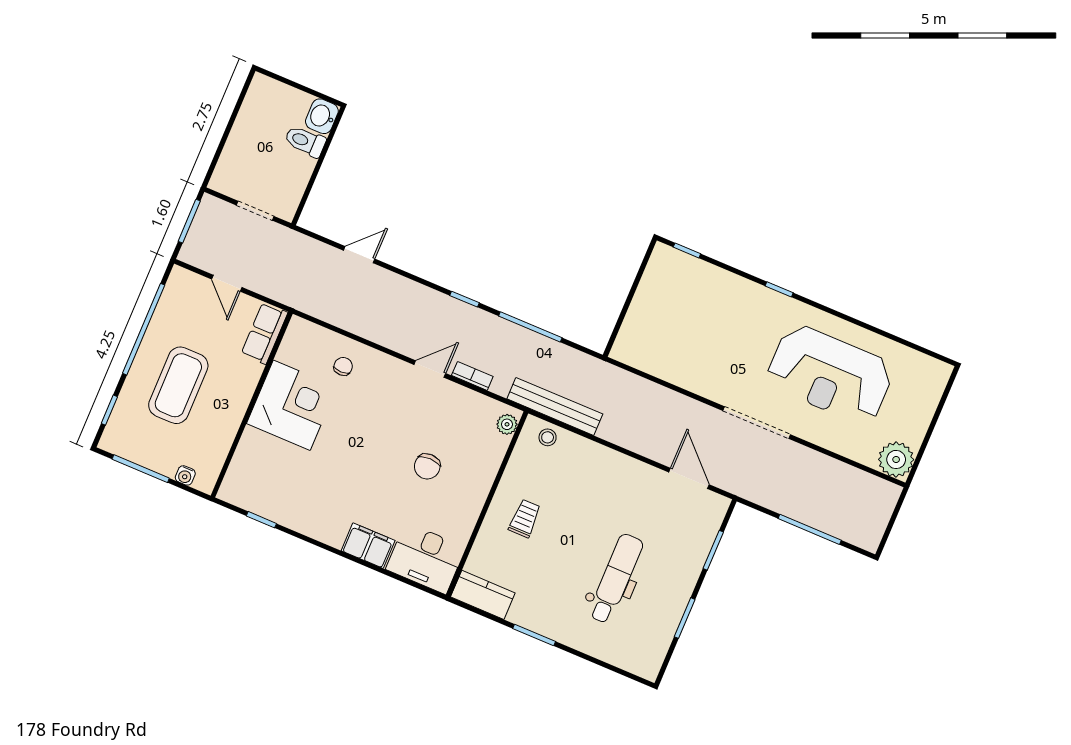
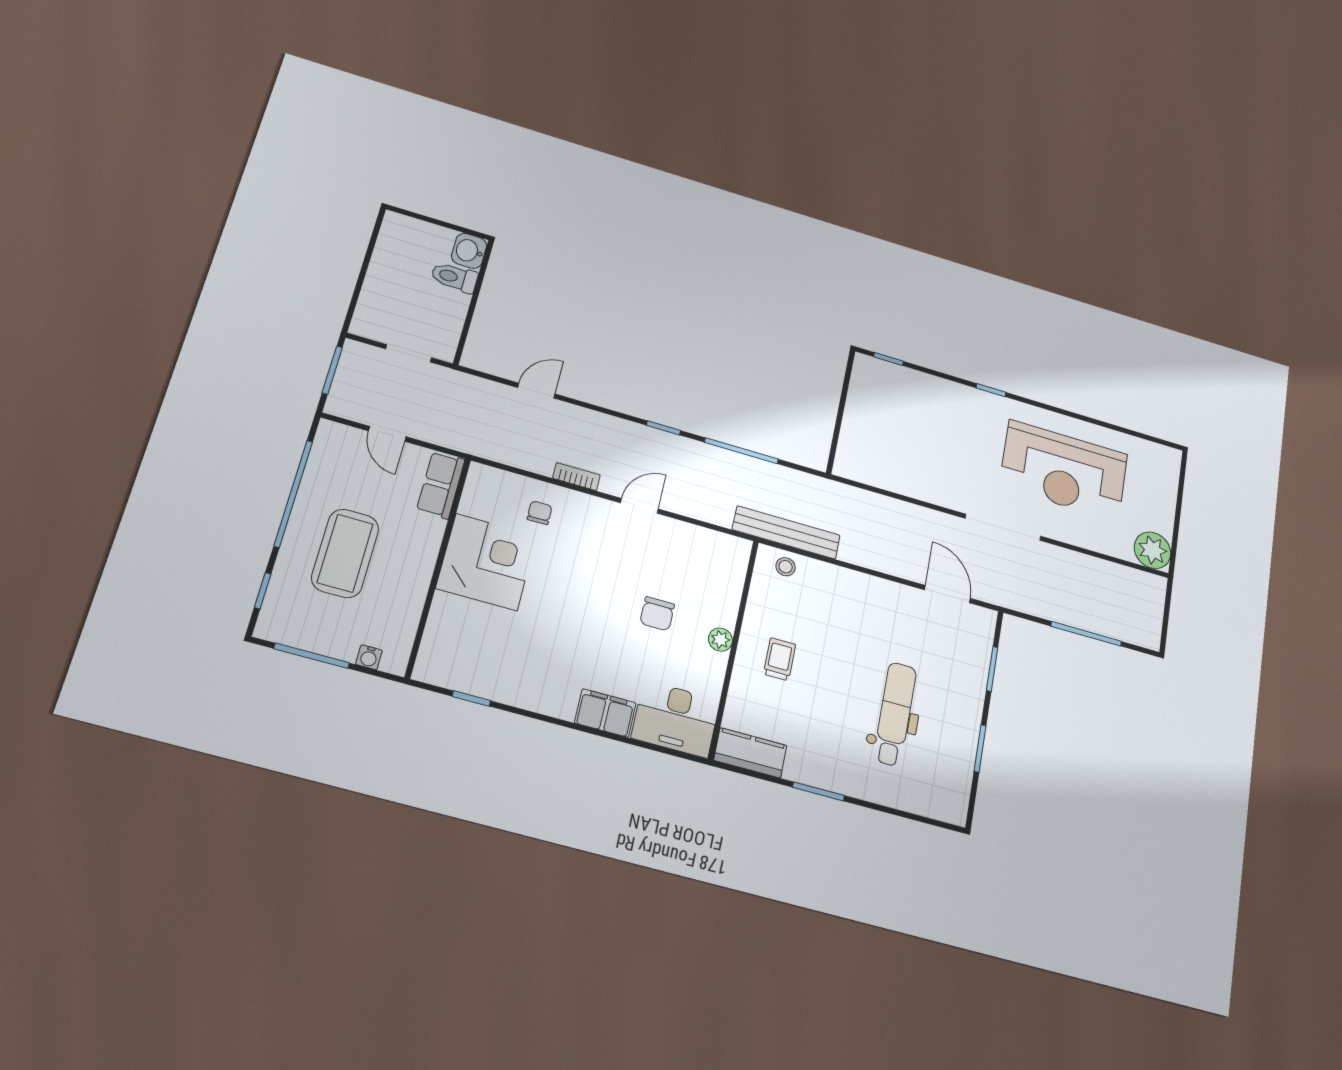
bookcase: (472, 376) -> (576, 477), moved
plant: (507, 424) -> (720, 640), moved

